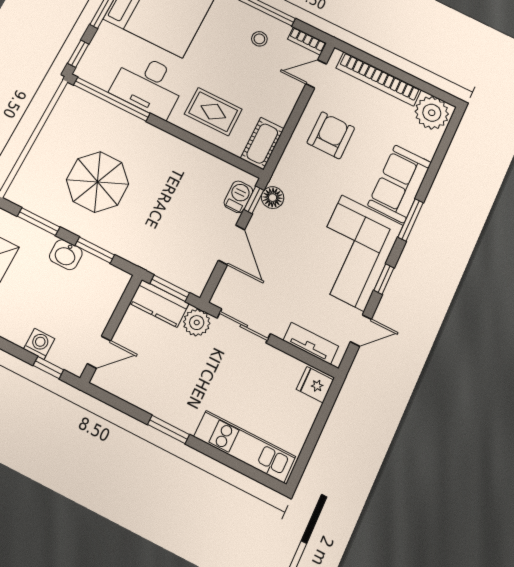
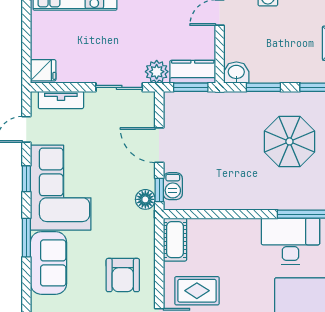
rug: (213, 112) -> (197, 291), moved
washbasin: (66, 255) -> (236, 73), moved

